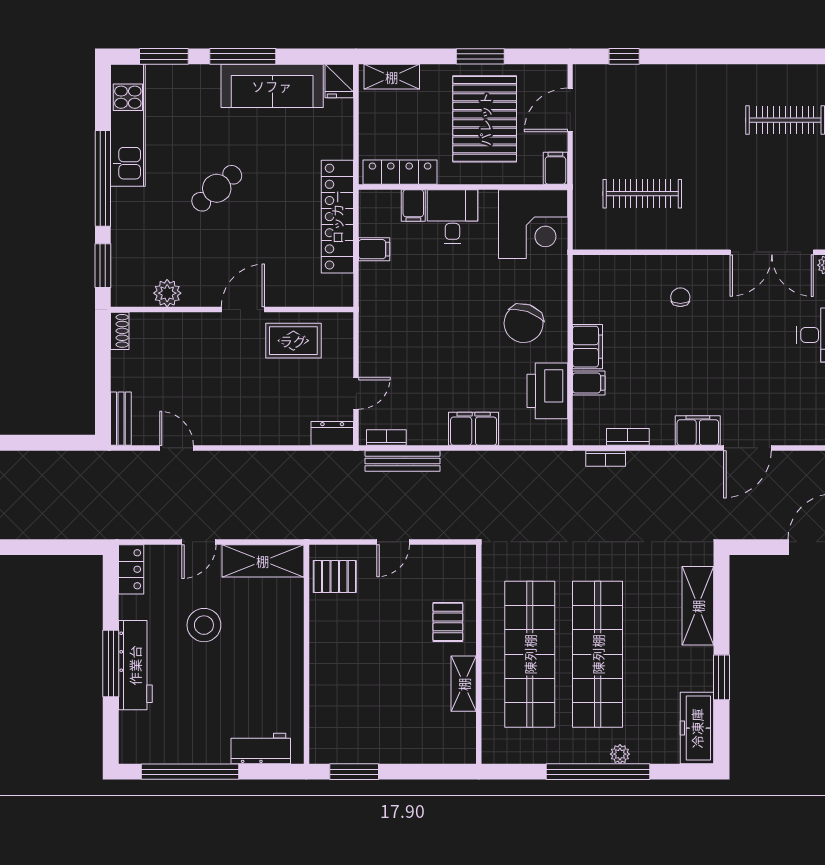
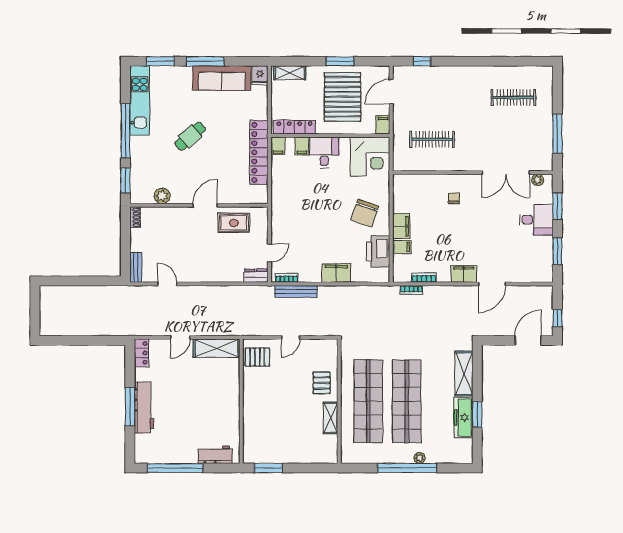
filing cabinet: (374, 249) -> (278, 146), moved, turned 90
stool: (204, 625) -> (183, 385), removed
freezer: (697, 728) -> (463, 418), moved

